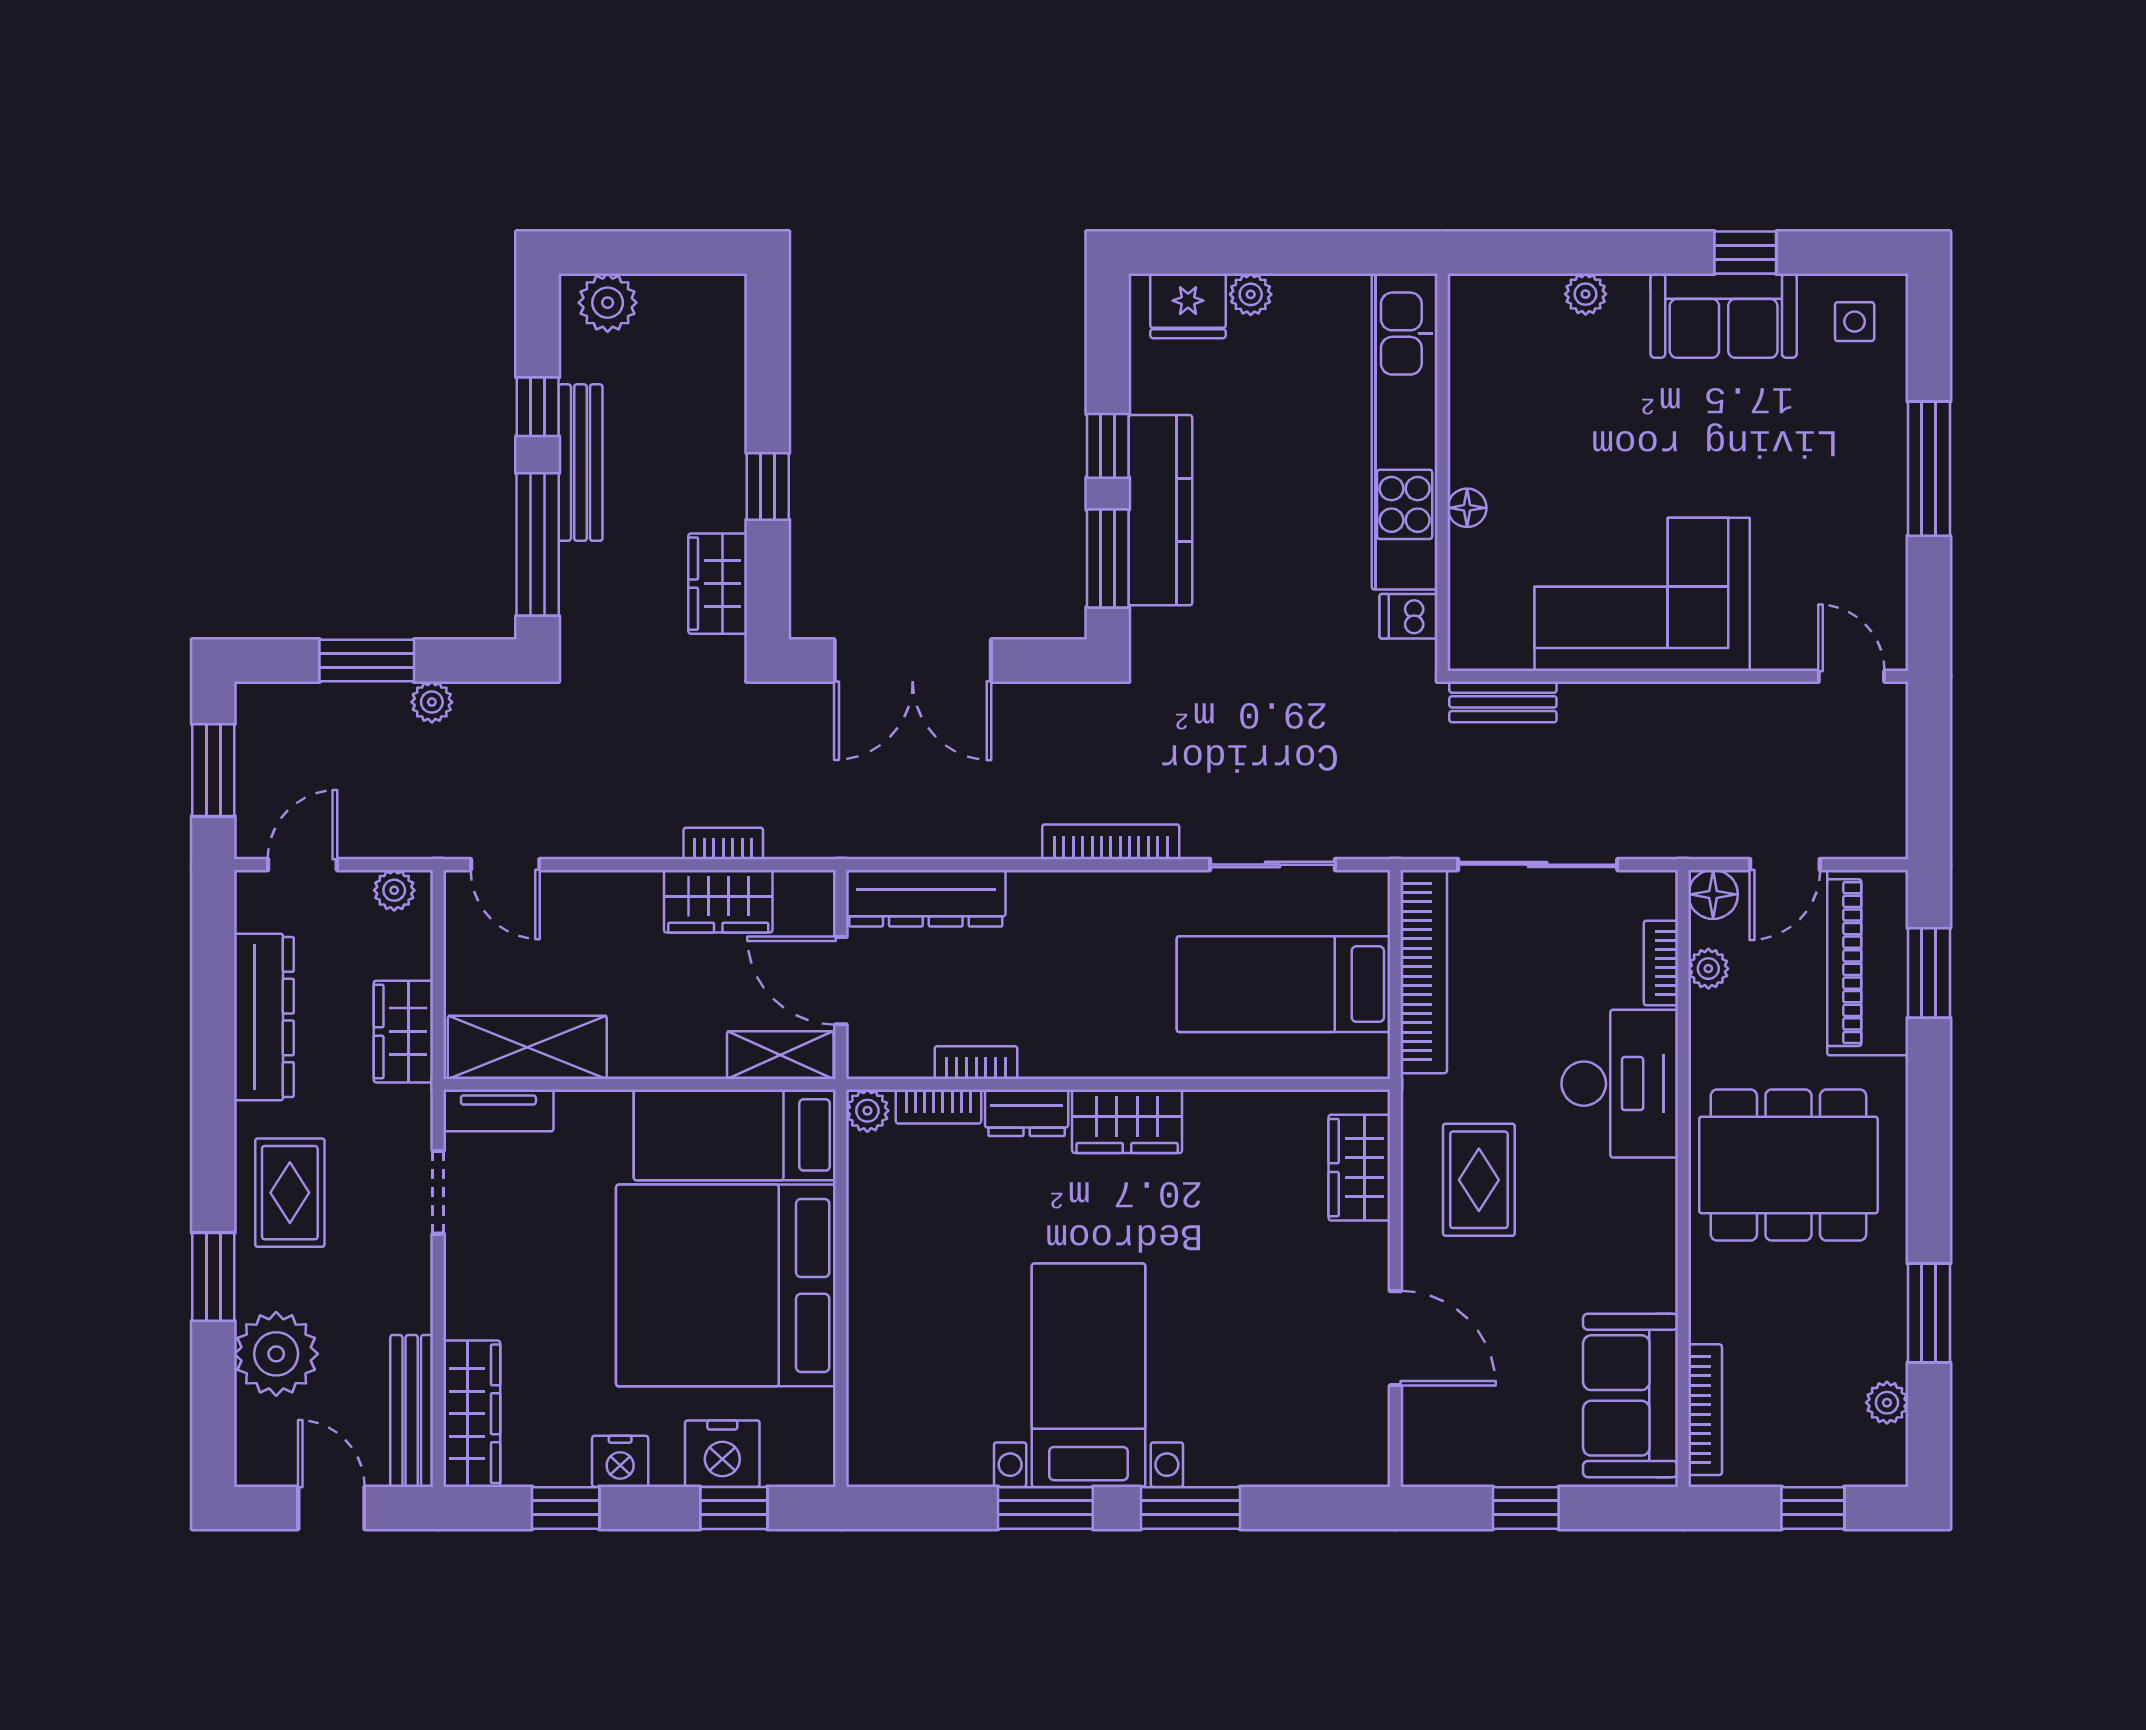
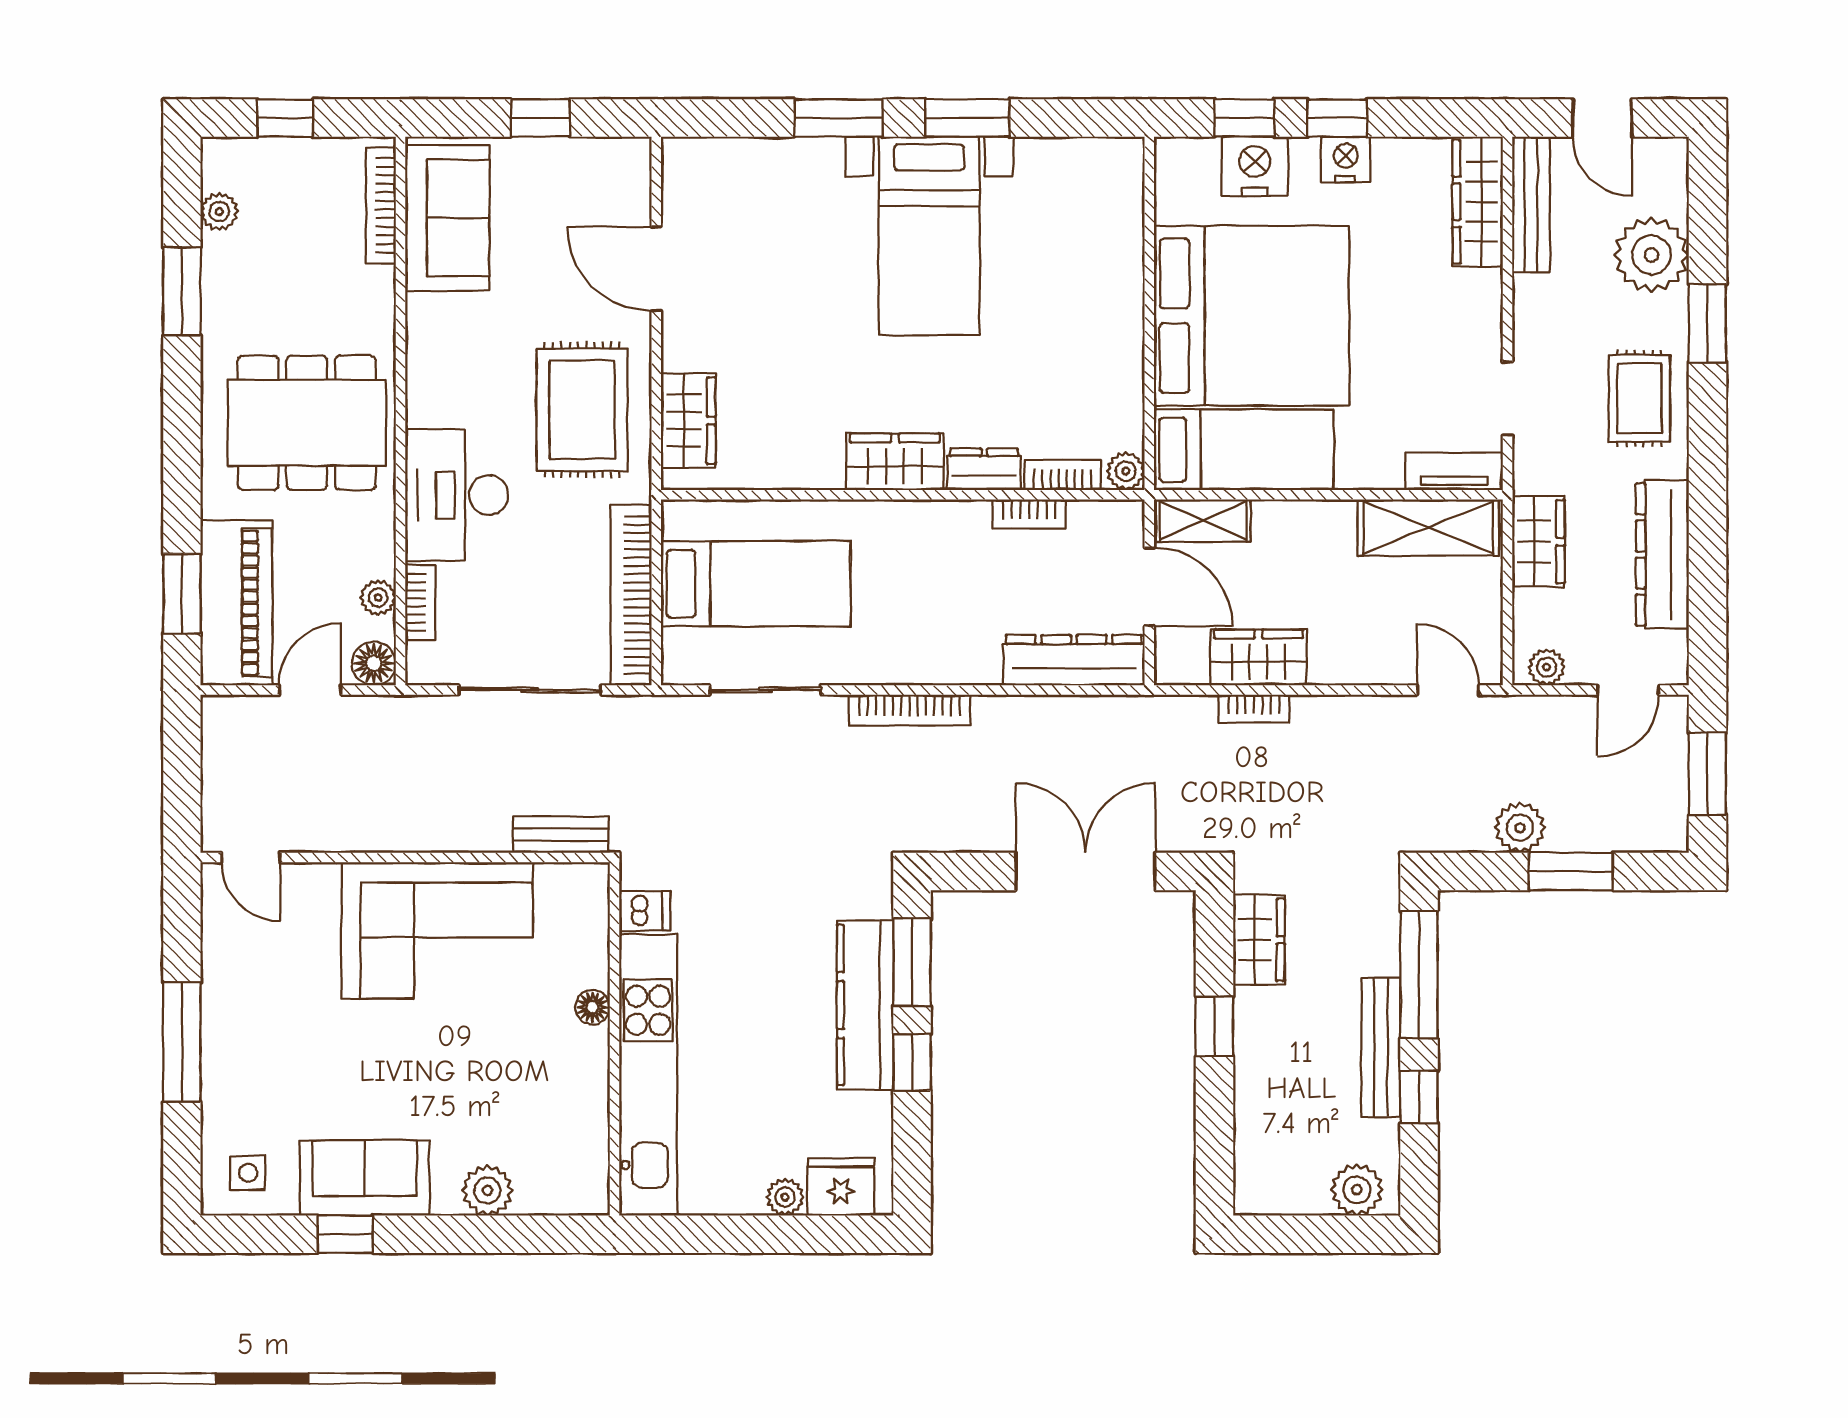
plant: (1586, 294) -> (487, 1190), width x1.38, depth x1.38
plant: (432, 702) -> (1520, 828), width x1.38, depth x1.38
rug: (1479, 1180) -> (582, 410), width x1.36, depth x1.43
window: (566, 1508) -> (1337, 118), moved

